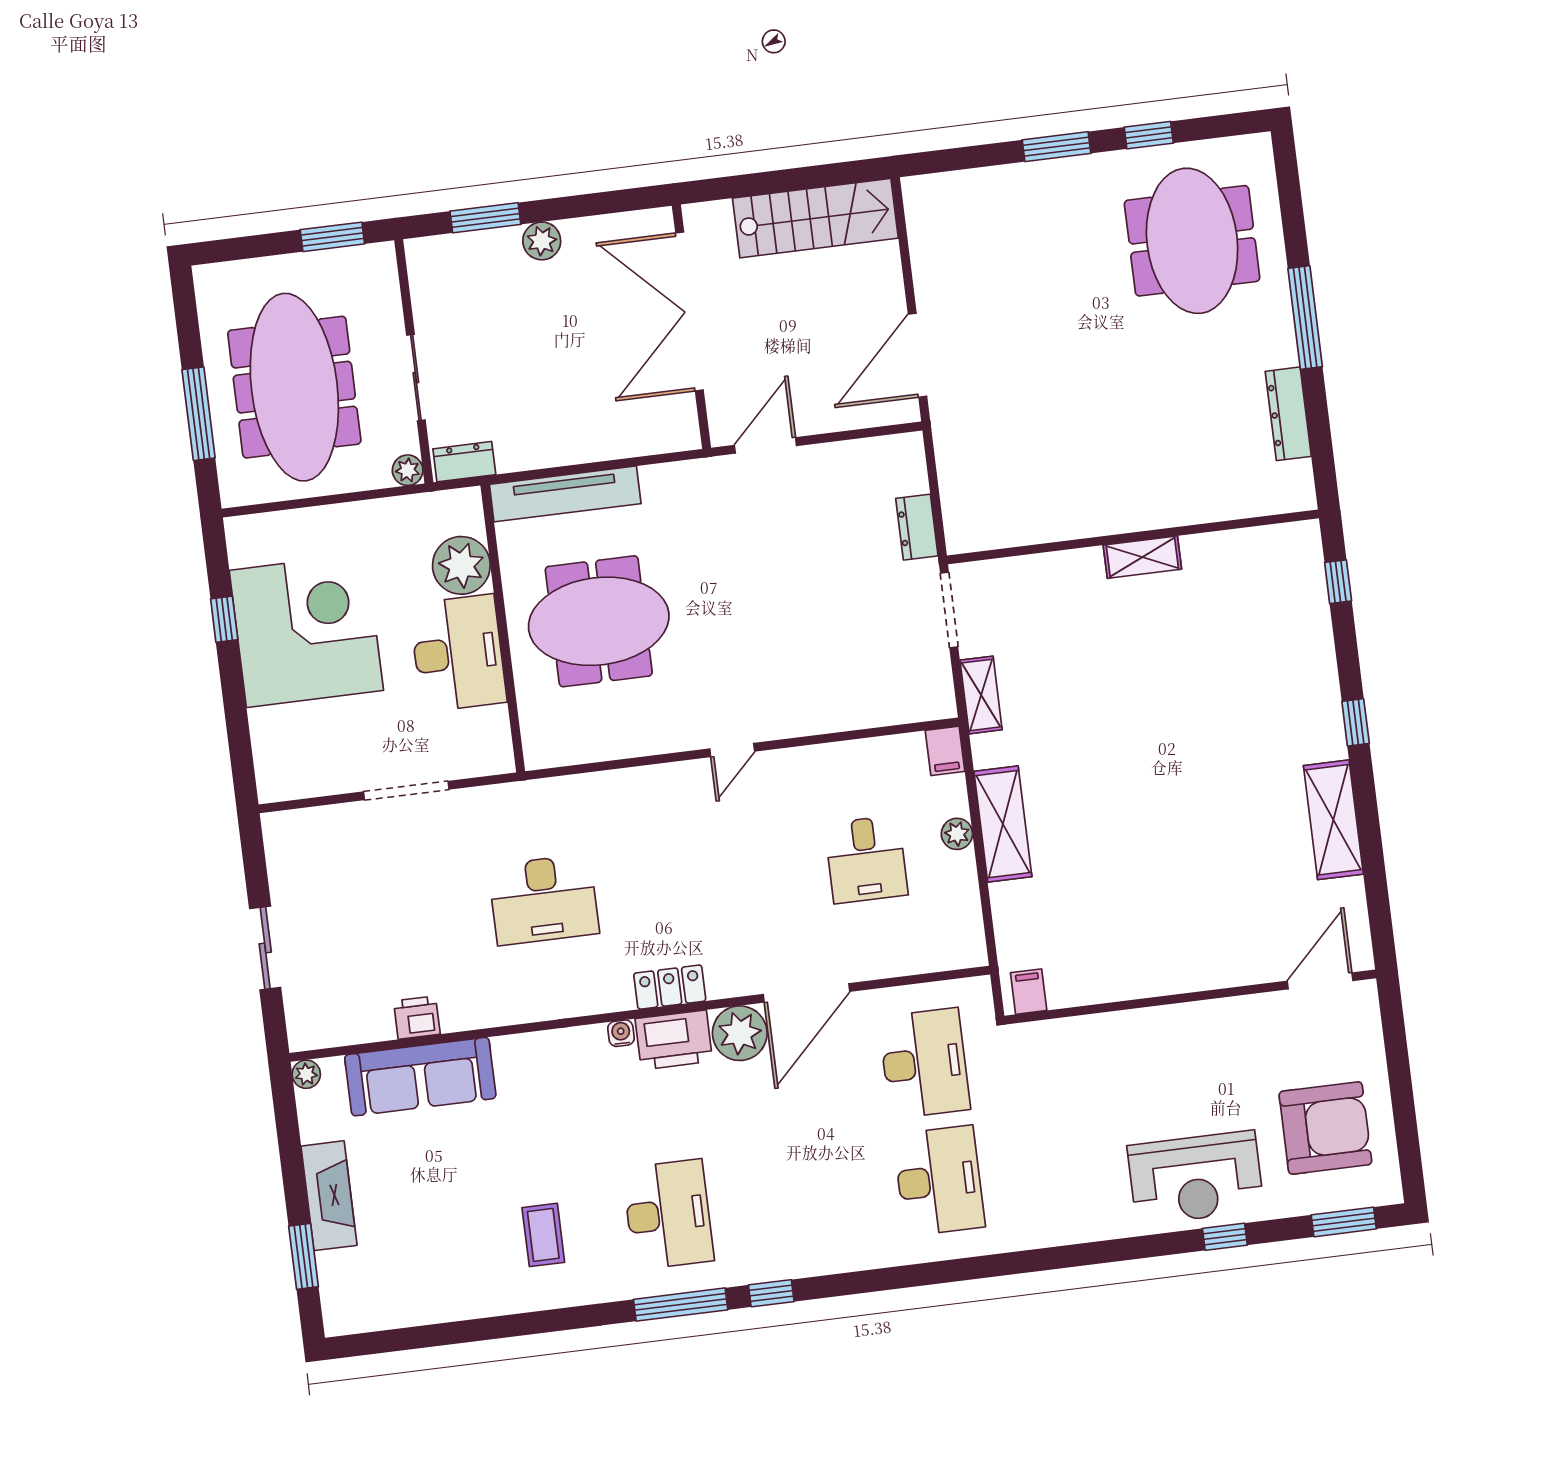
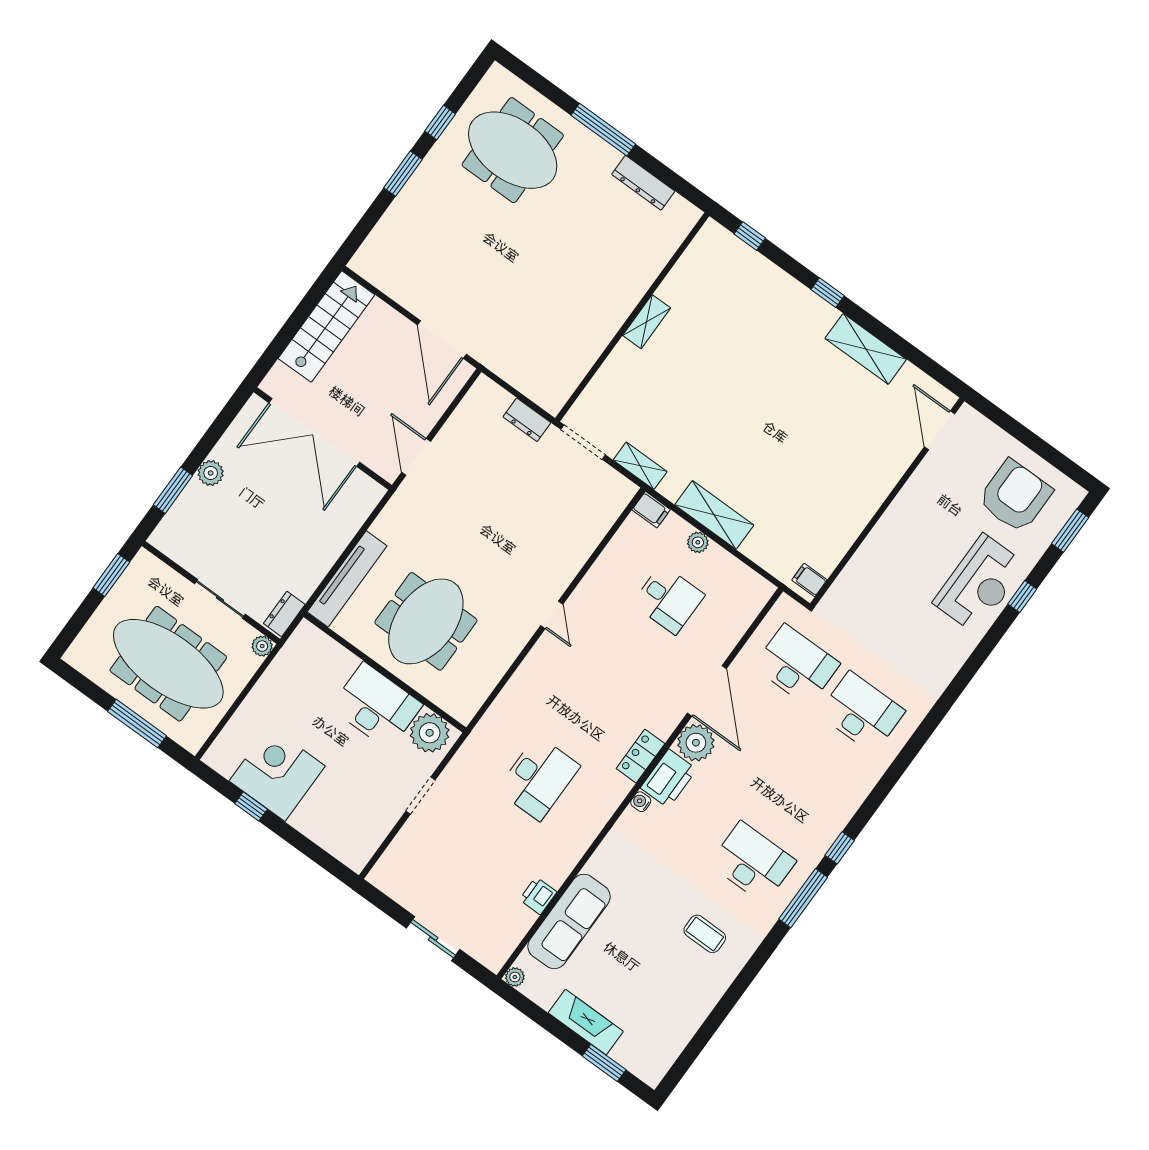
plant: (461, 565) -> (430, 733), moved
corner desk: (306, 630) -> (277, 773), width x0.74, depth x0.74
doorway: (406, 791) -> (421, 796), width x0.73

